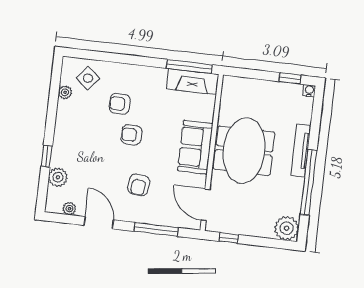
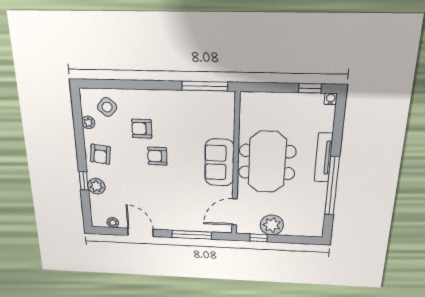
fireplace: (193, 82) -> (210, 101), removed
plant: (58, 177) -> (96, 186), moved
armchair: (139, 185) -> (100, 154), moved
door: (206, 205) -> (234, 212), hinge flipped
plant: (287, 228) -> (272, 225), moved

